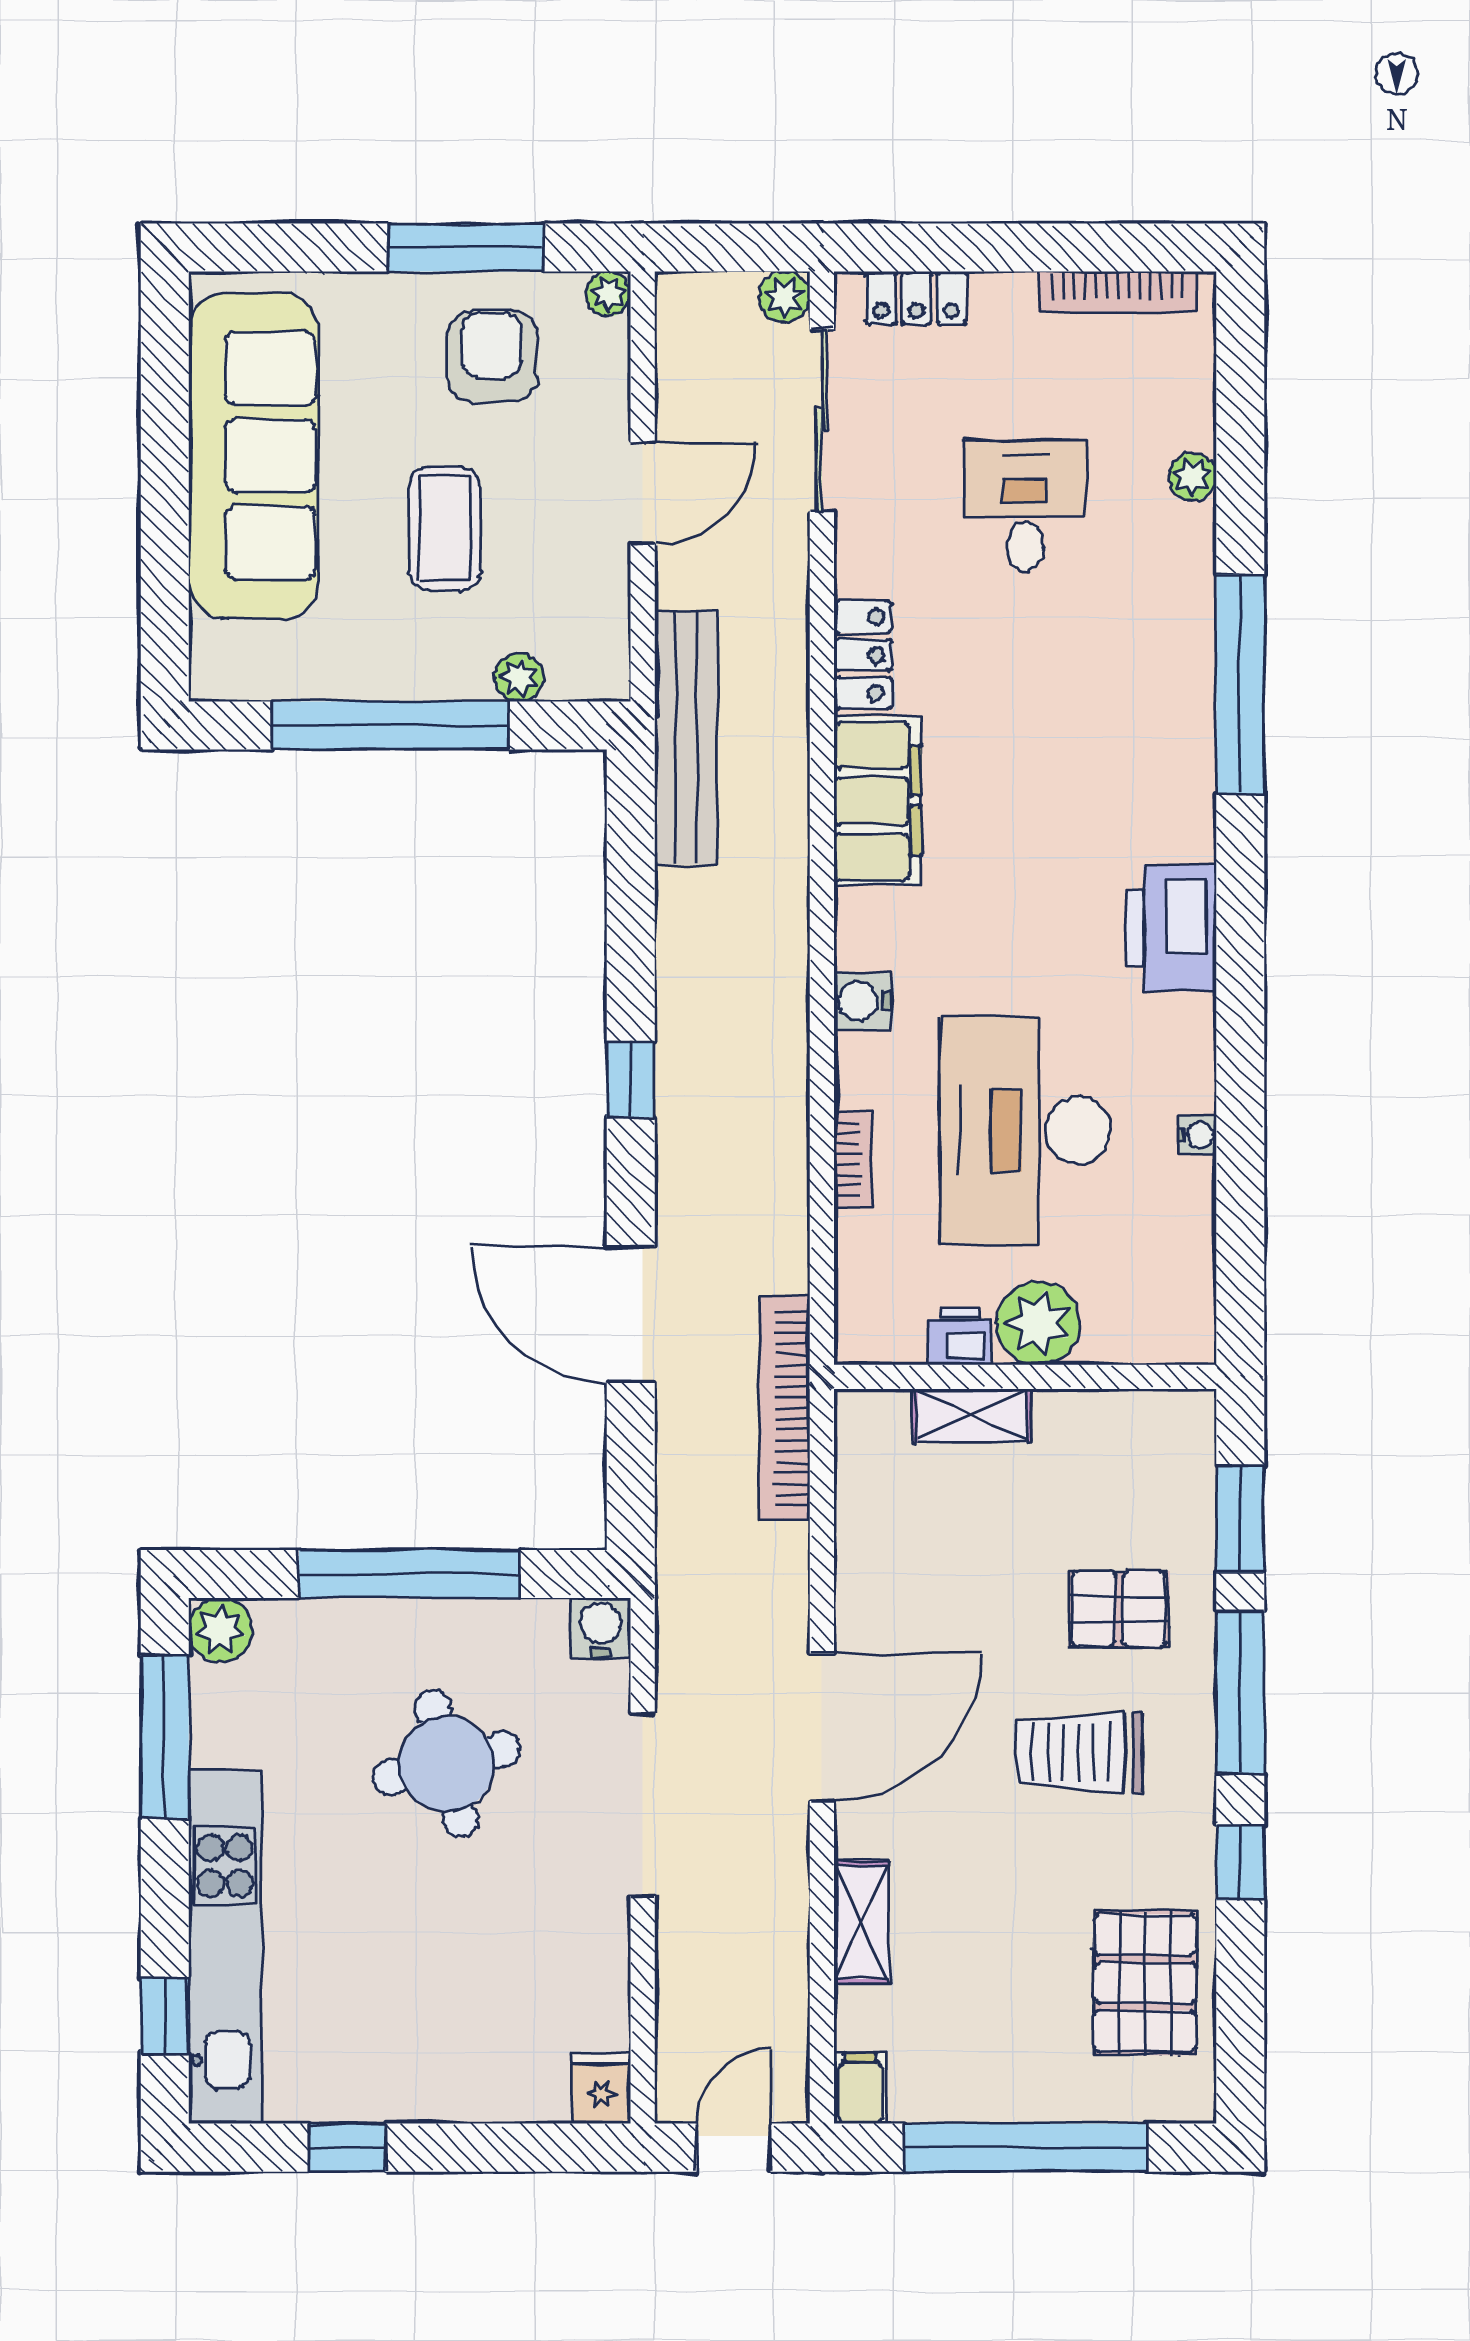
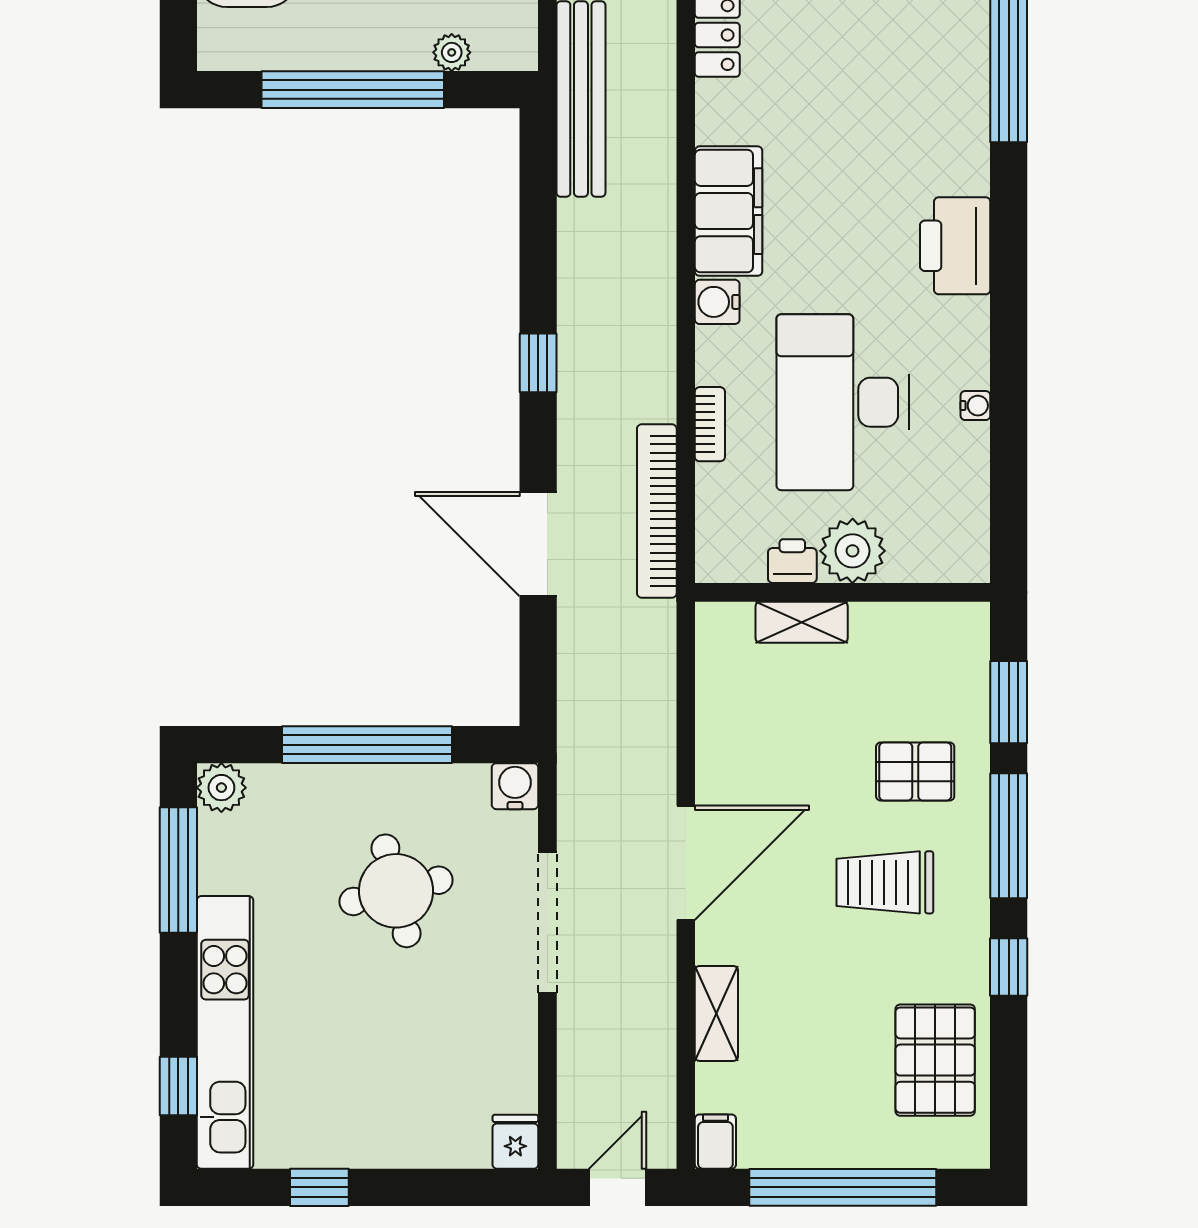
filing cabinet: (877, 801) -> (729, 211), moved
bookcase: (784, 1408) -> (657, 511), moved

